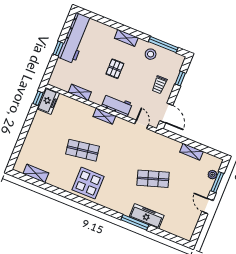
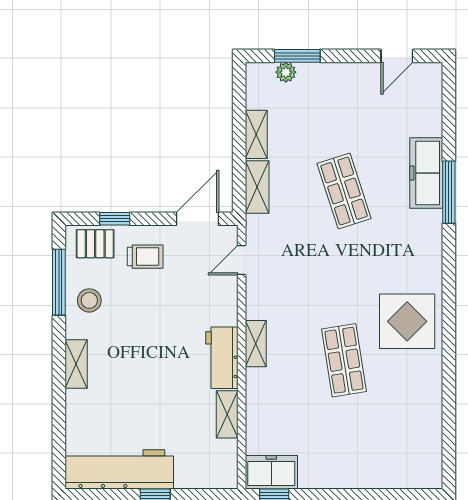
pallet: (115, 69) -> (95, 244), moved
workbench: (117, 105) -> (222, 358), moved
shelving: (36, 173) -> (257, 187), moved
door: (208, 206) -> (397, 56), moved

